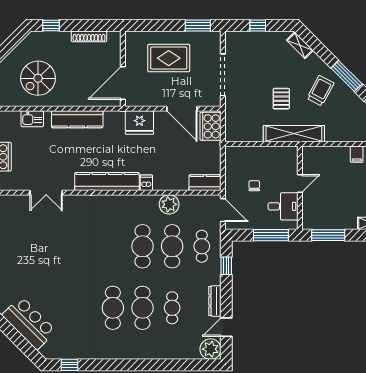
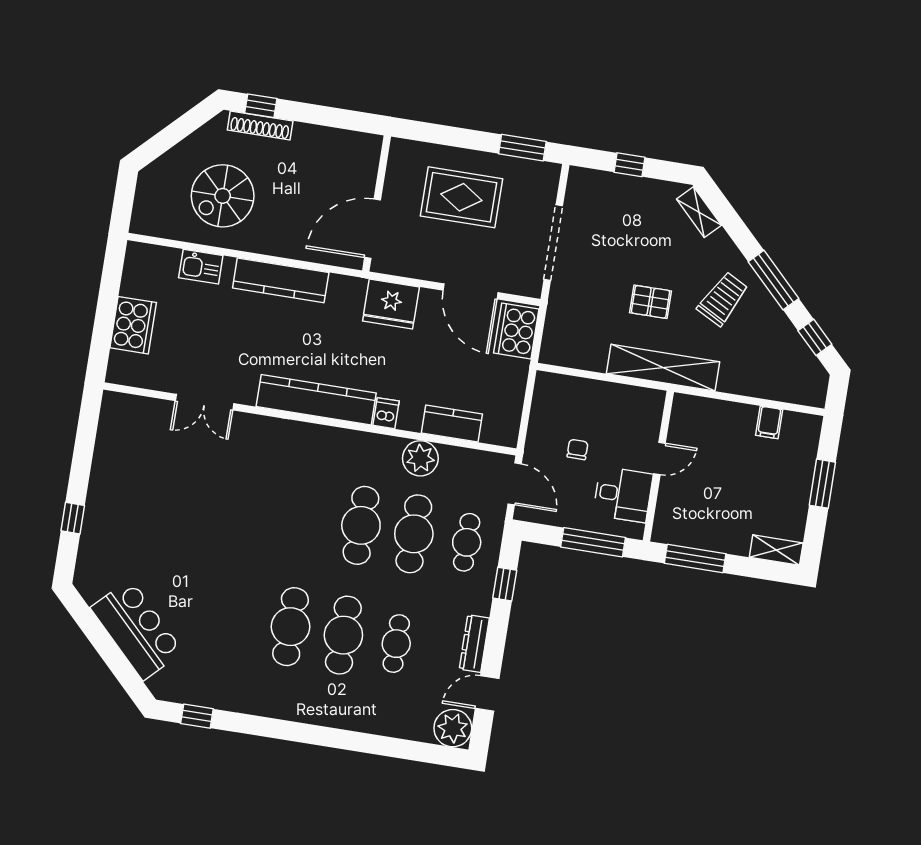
shoe rack: (89, 36) -> (260, 125), moved
pallet: (281, 99) -> (651, 302), turned 90
kitchen counter: (205, 183) -> (452, 423), moved

